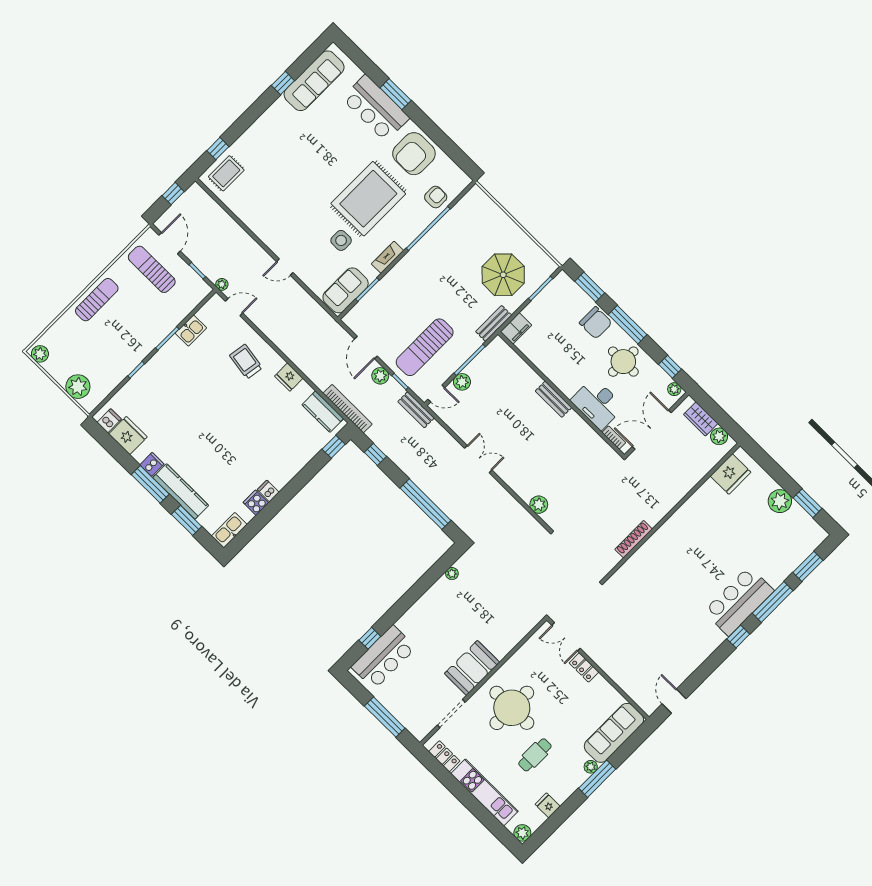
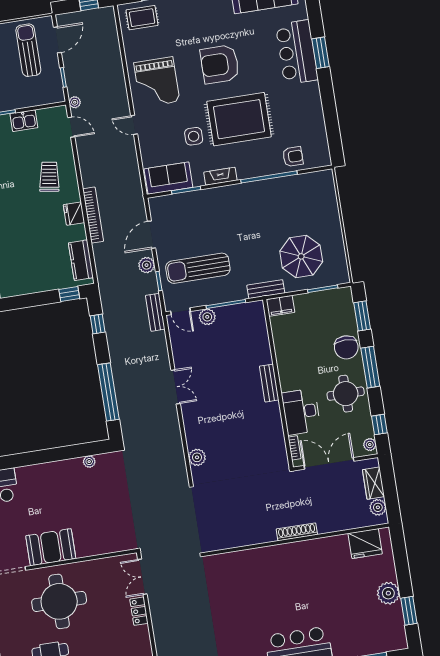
armchair: (414, 154) -> (220, 64), moved
grand piano: (278, 218) -> (157, 82), added
bookcase: (348, 409) -> (93, 215), moved
shoe rack: (634, 539) -> (297, 532), moved

